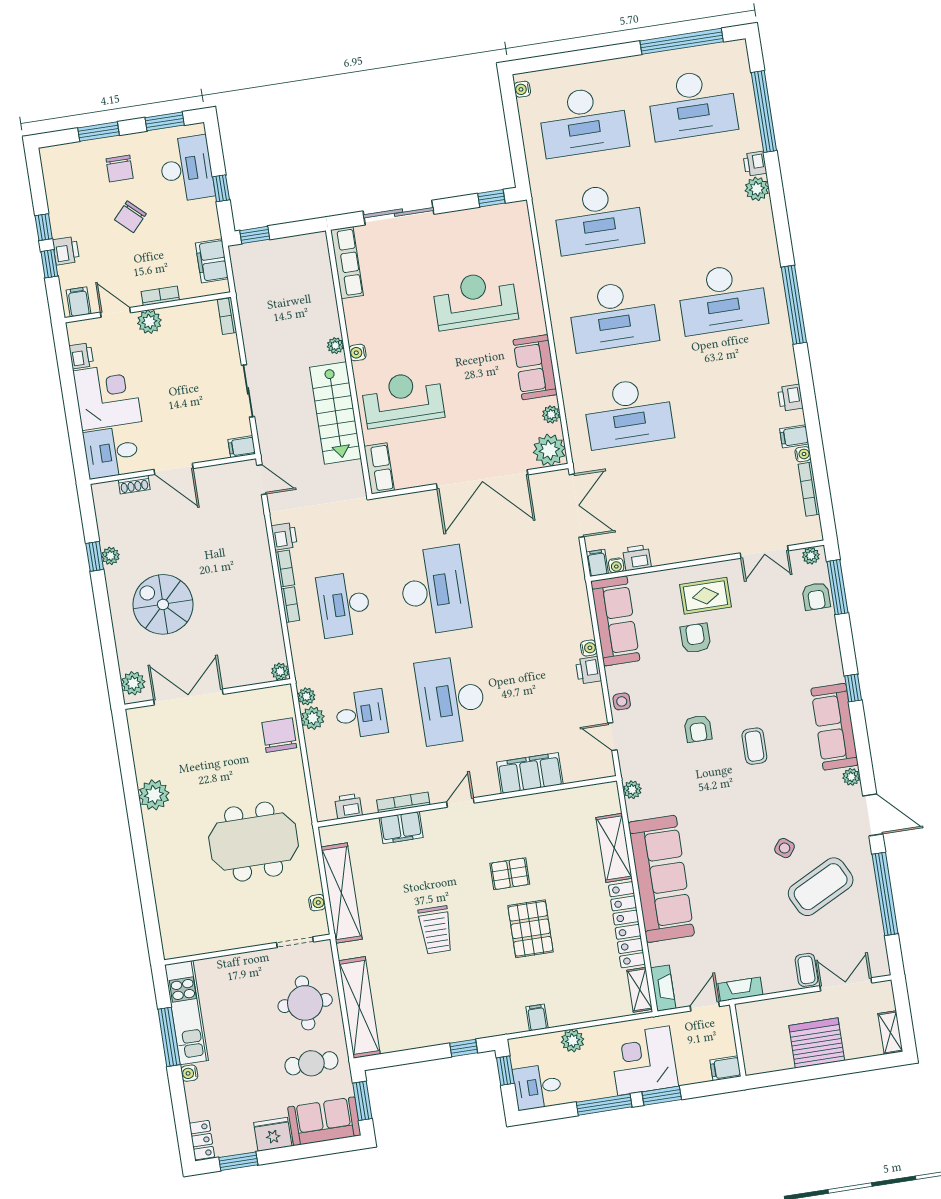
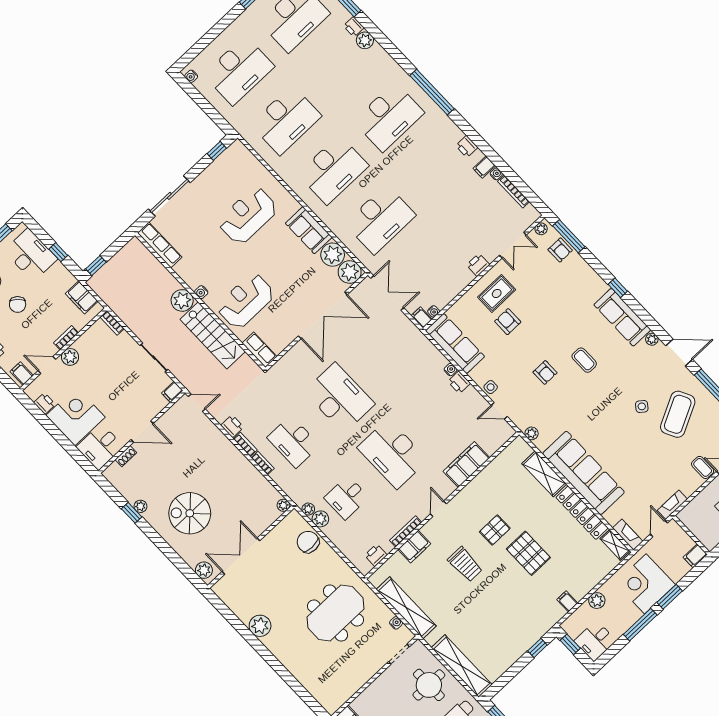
plant: (335, 346) -> (182, 300), width x1.87, depth x1.87
plant: (551, 414) -> (333, 255), width x1.88, depth x1.88
printer: (637, 558) -> (478, 265), moved
desk: (361, 714) -> (346, 498), turned 180
trolley: (436, 930) -> (465, 564), moved

